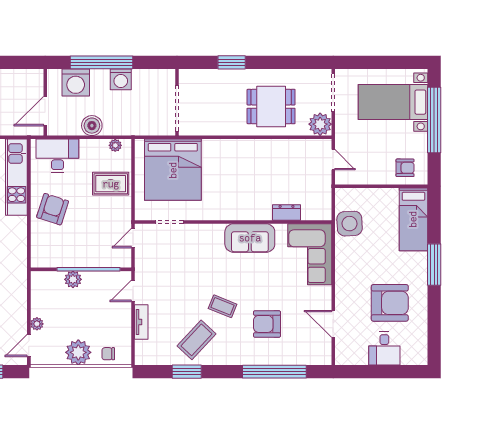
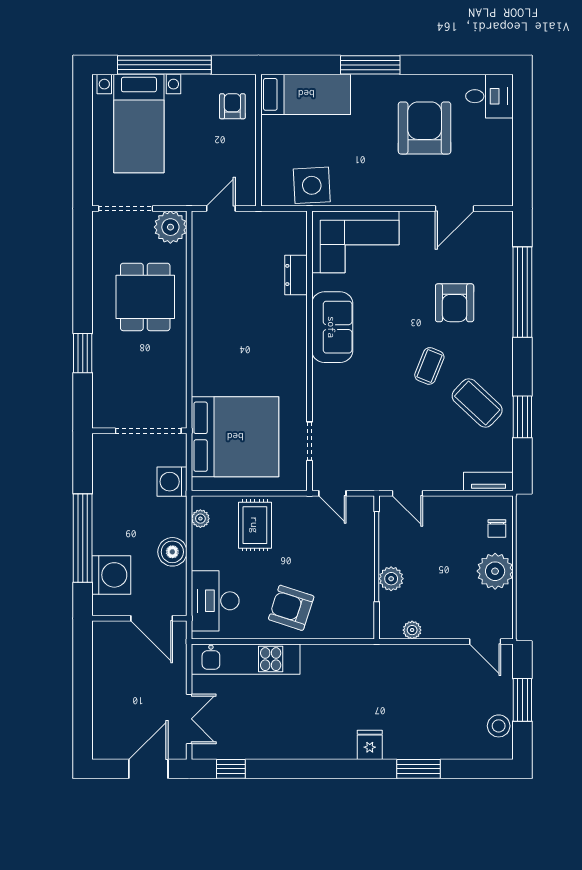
washing machine: (121, 79) -> (172, 482), moved, turned 180
tv unit: (141, 322) -> (488, 482), moved
plant: (37, 324) -> (412, 630), moved
desk: (384, 349) -> (490, 96), moved

